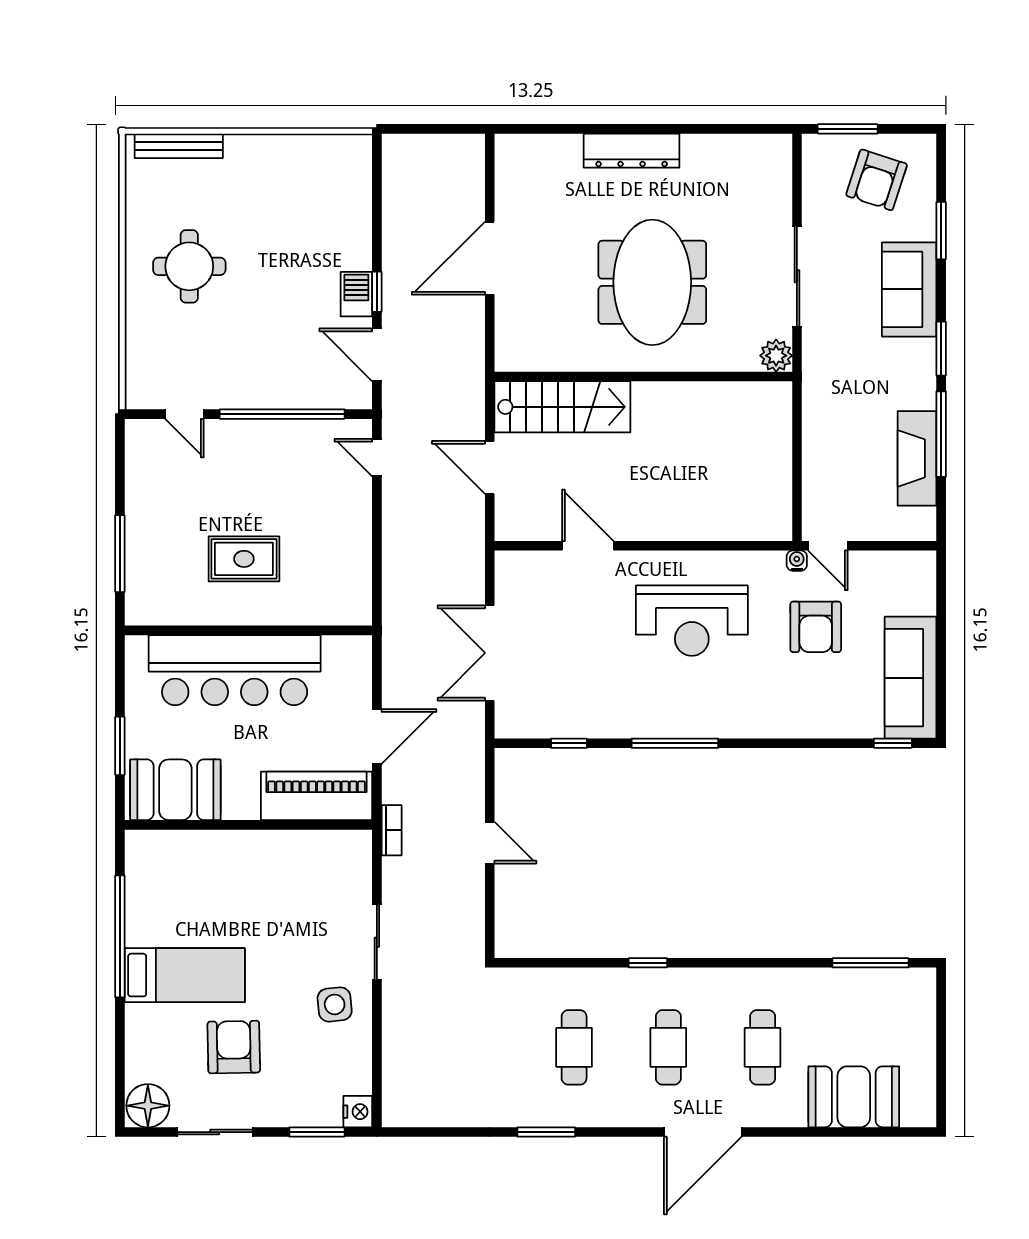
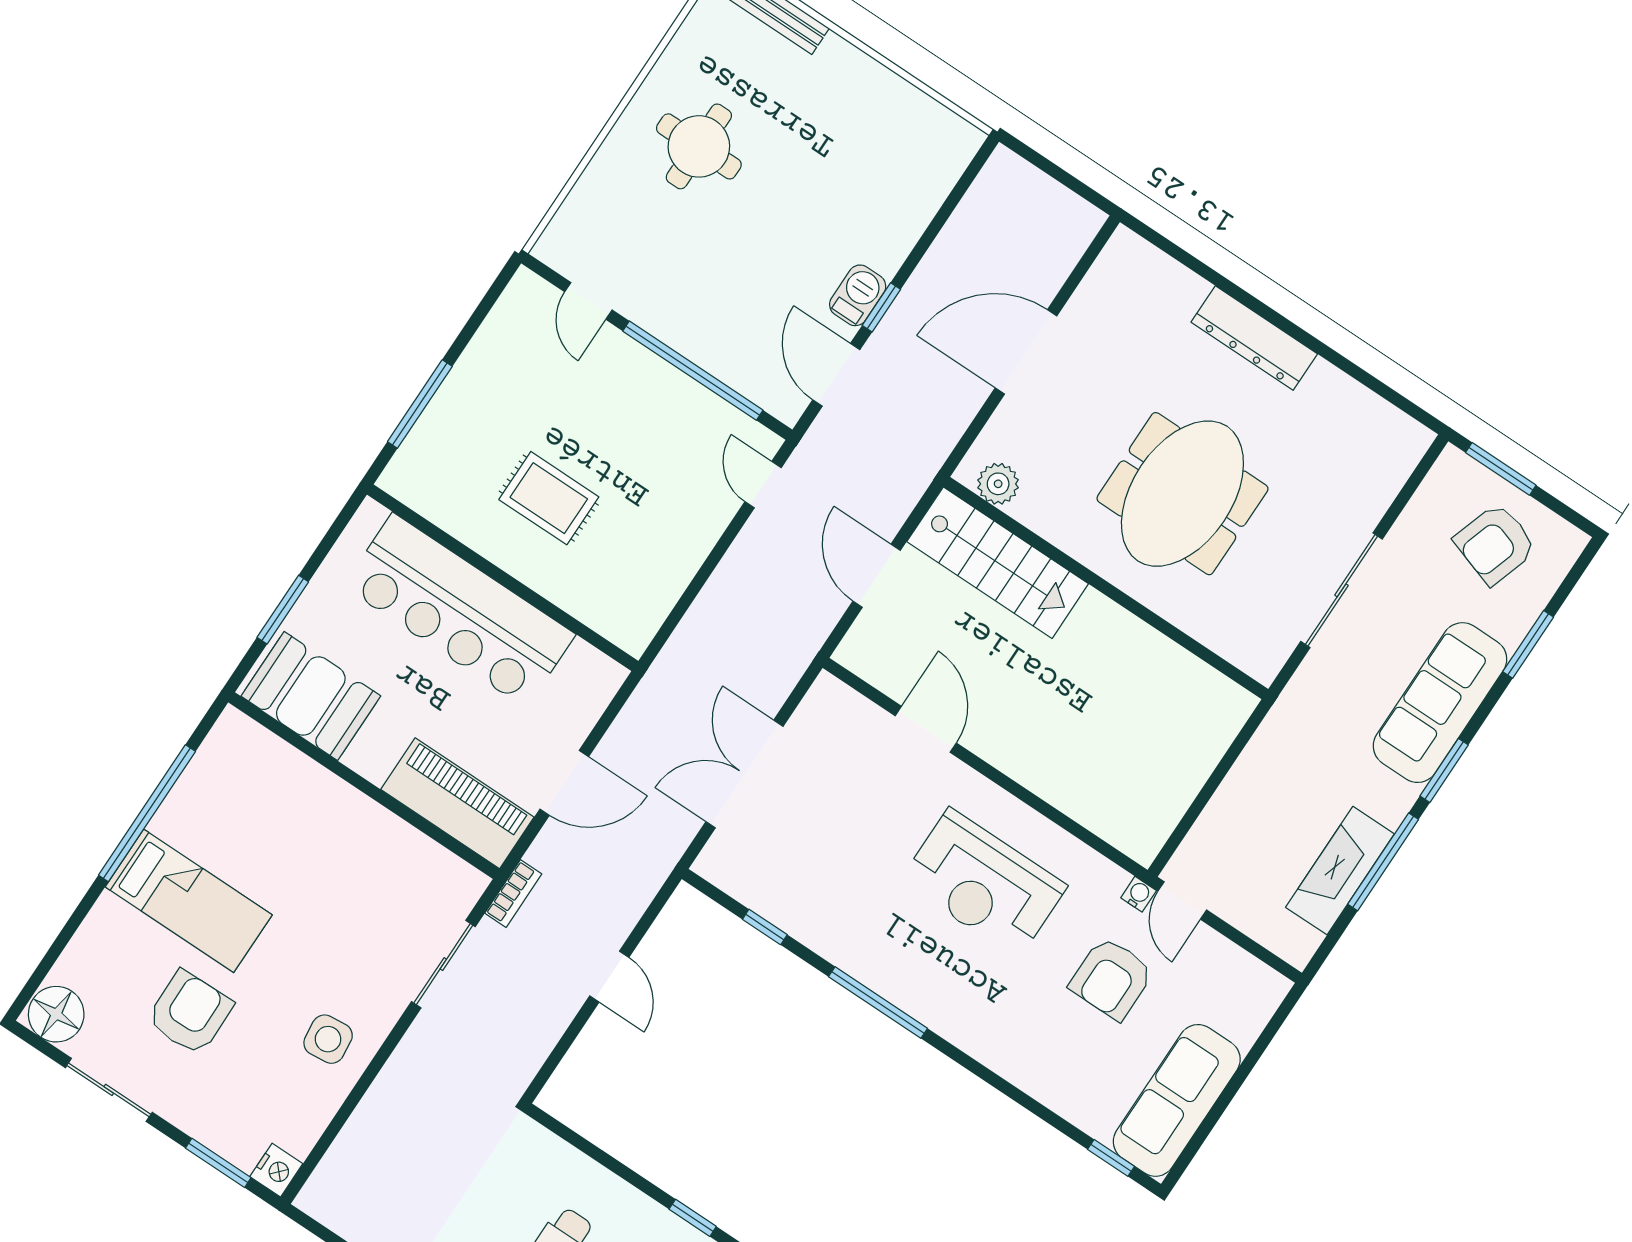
sofa: (909, 289) -> (1440, 703), width x1.36
plant: (776, 356) -> (998, 484), moved
sliding door: (377, 942) -> (443, 964), moved

